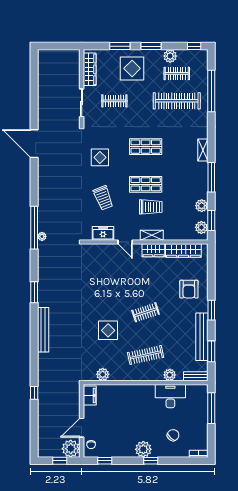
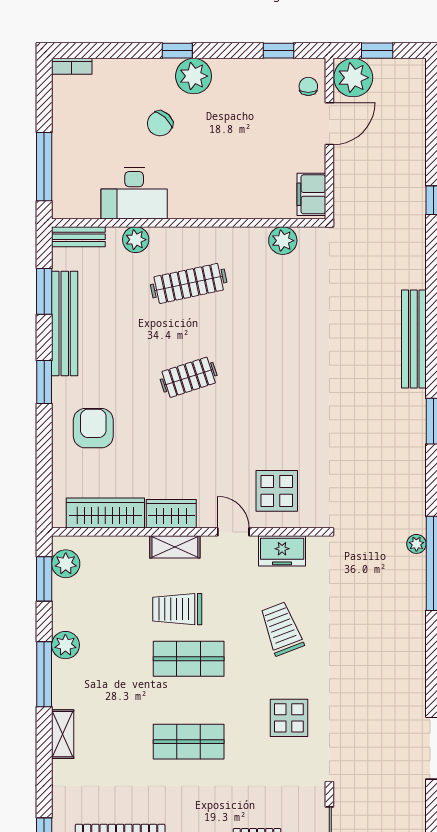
plant: (202, 206) -> (65, 645), moved
display table: (108, 330) -> (277, 491), moved
chair: (173, 435) -> (160, 124), moved

